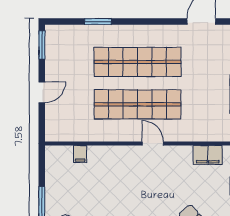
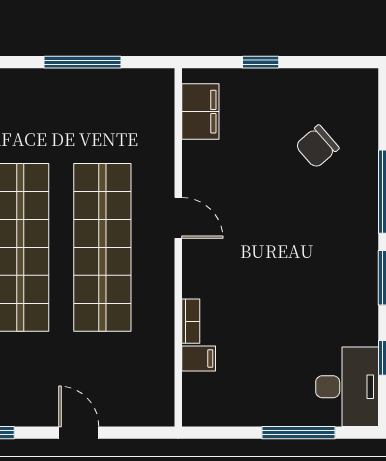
door: (153, 144) -> (178, 218), swing flipped
bookcase: (99, 150) -> (191, 321), added

